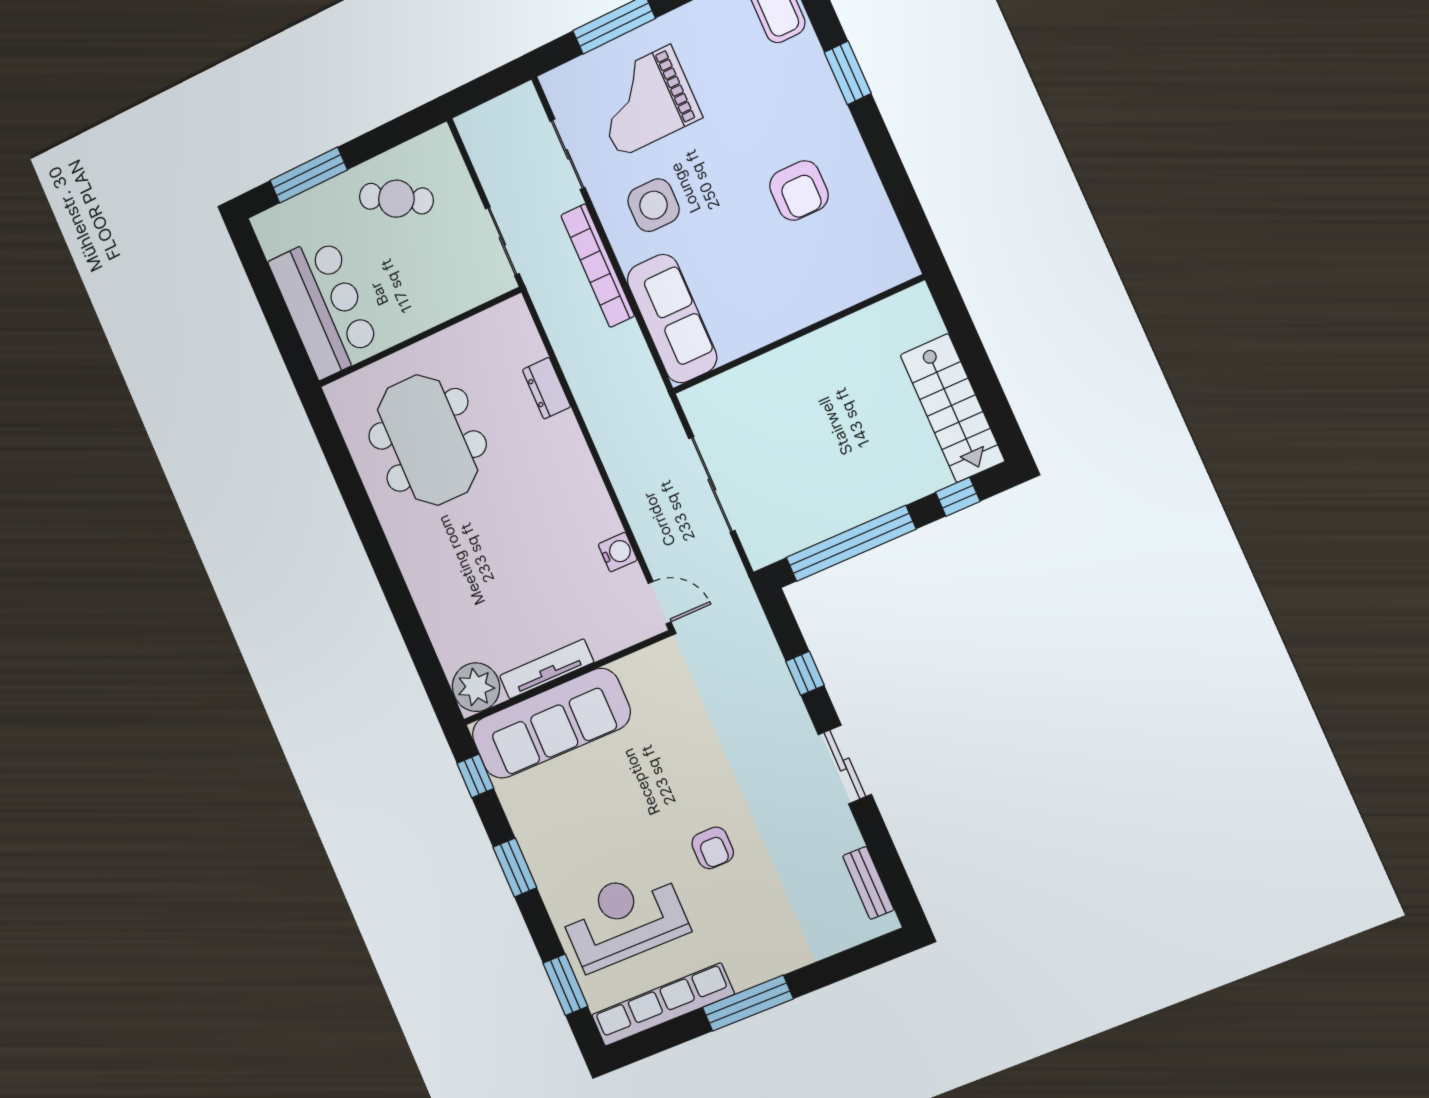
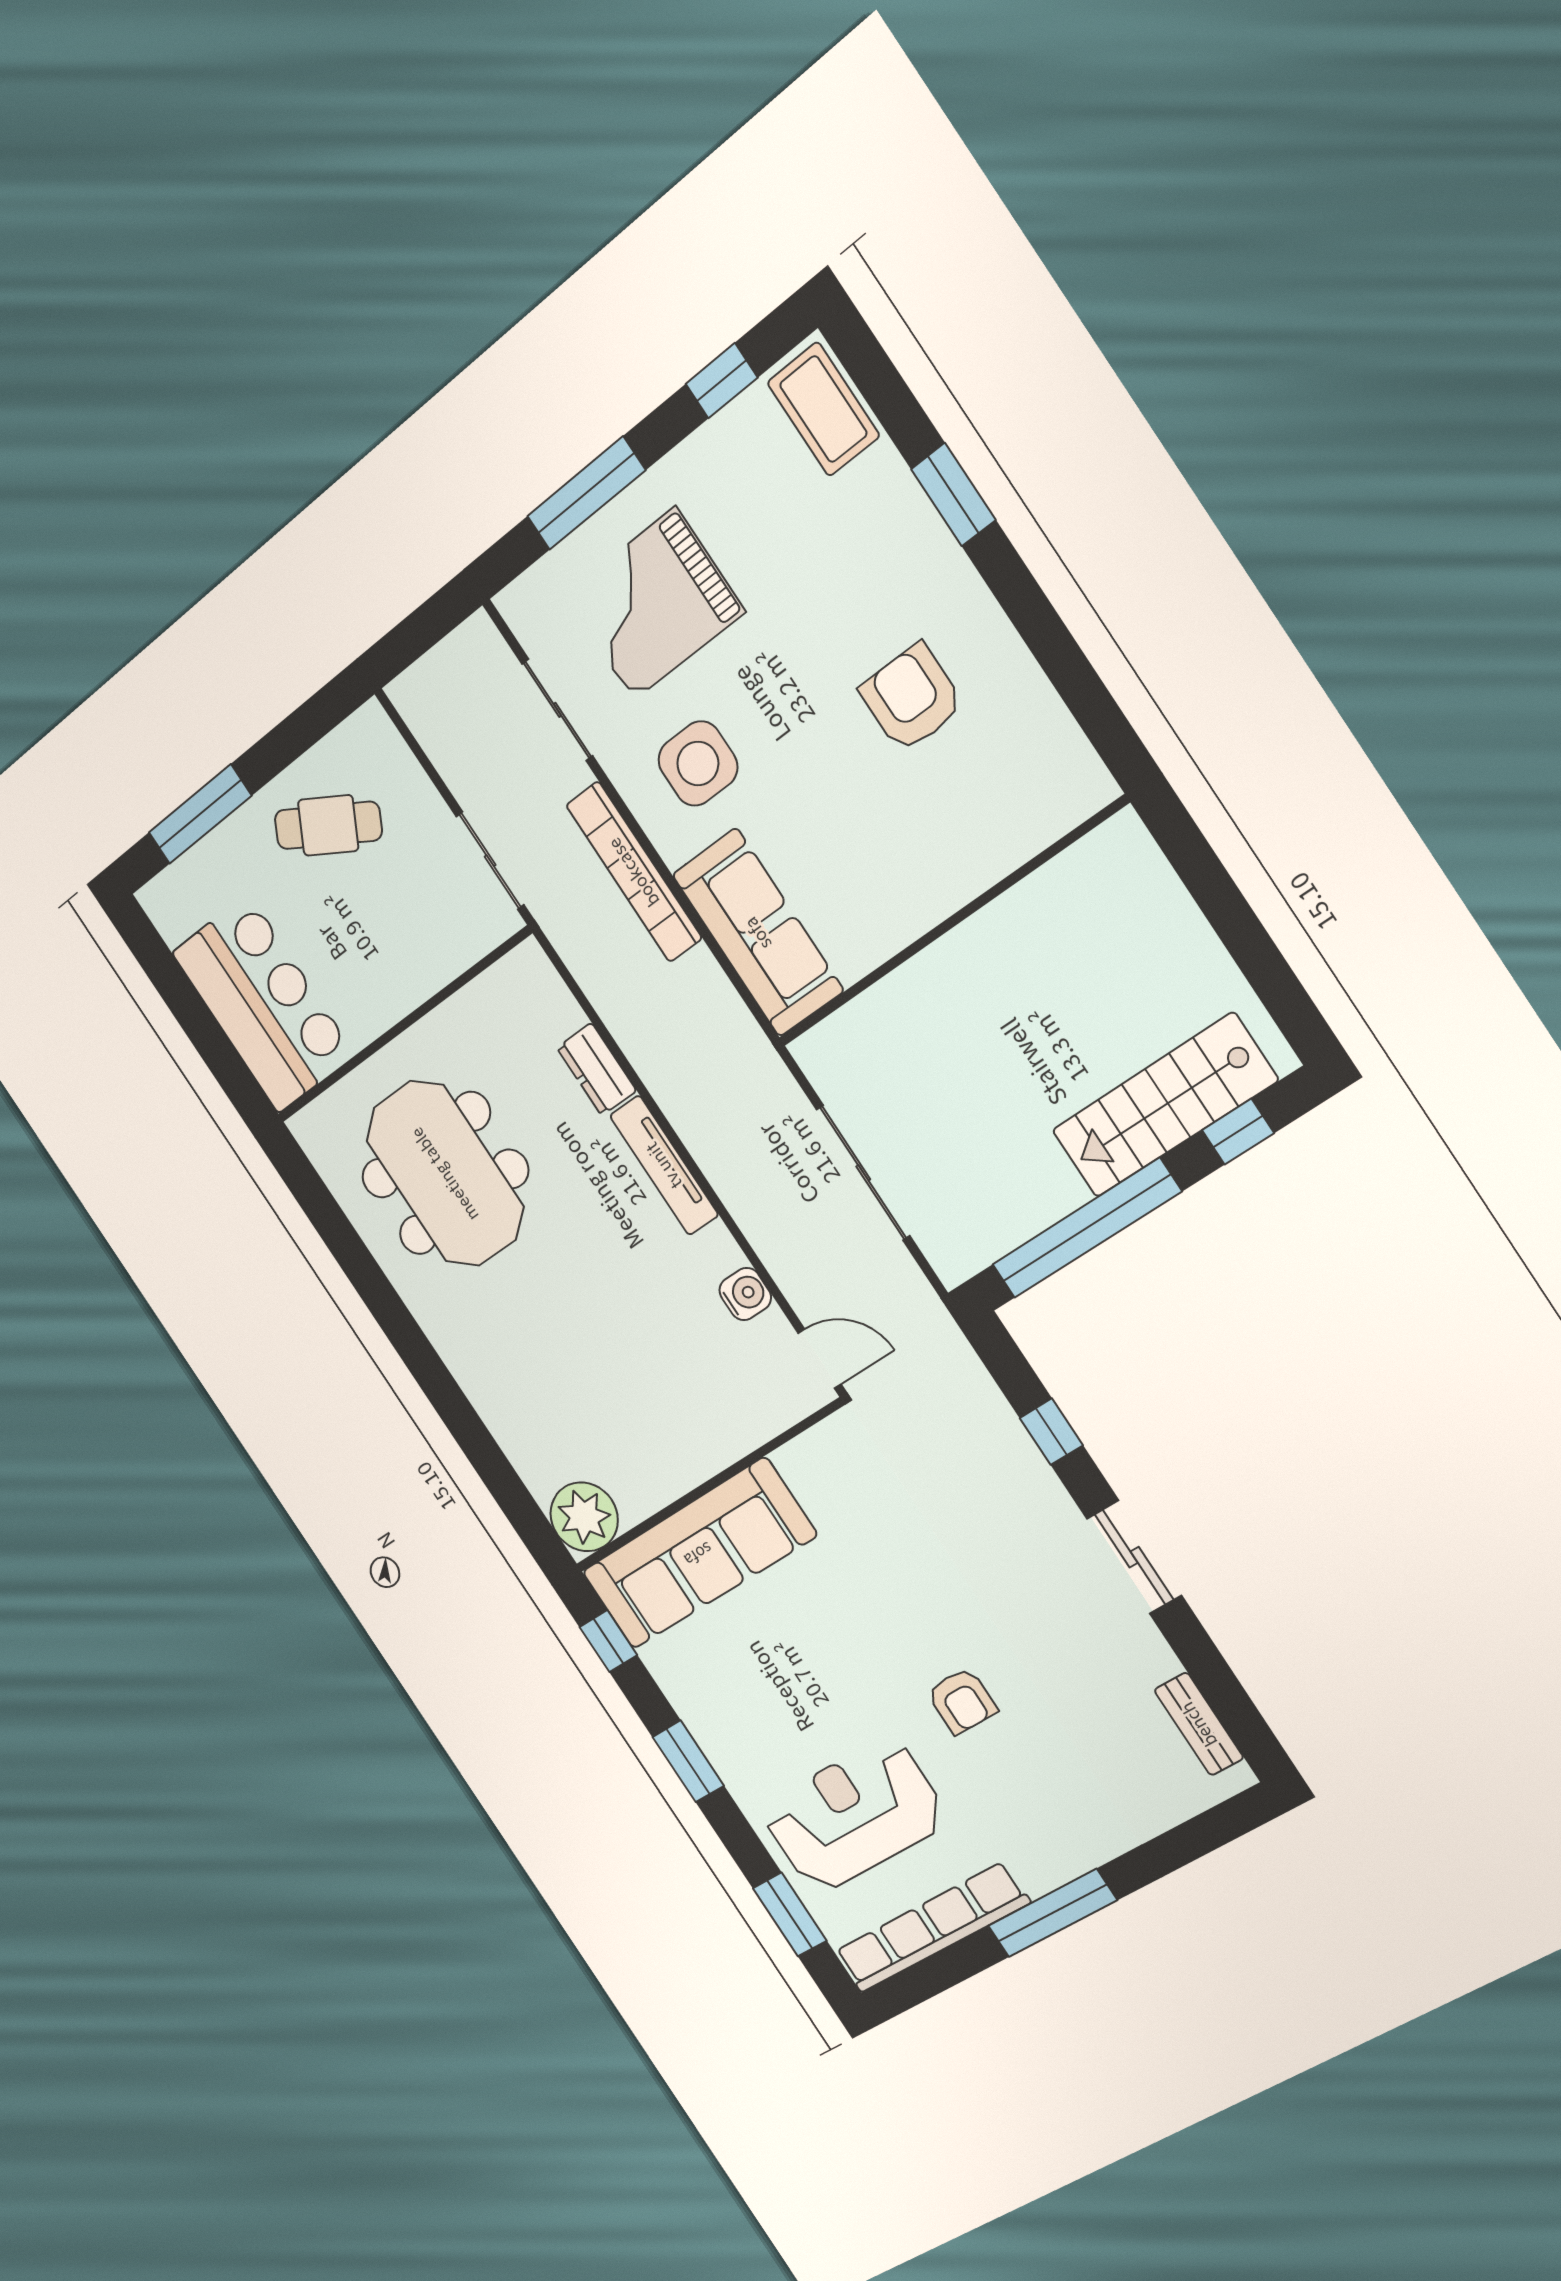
armchair: (799, 191) -> (912, 698), turned 180
stairs: (952, 408) -> (1164, 1106), moved, turned 90
tv unit: (547, 669) -> (664, 1165), moved, turned -90

